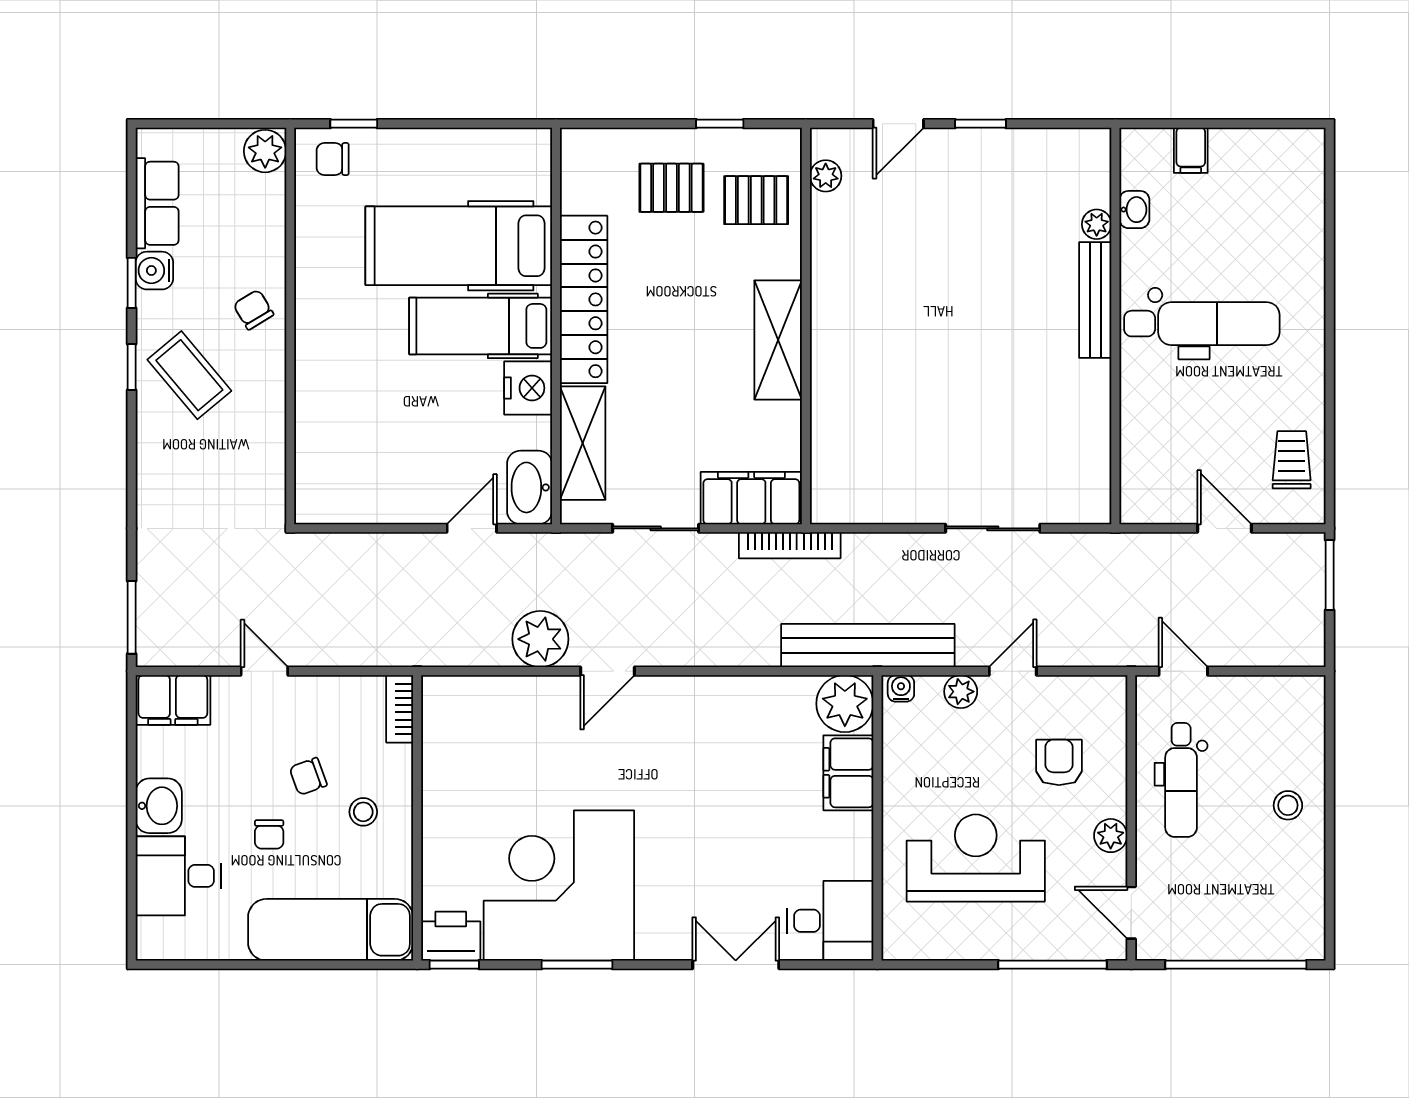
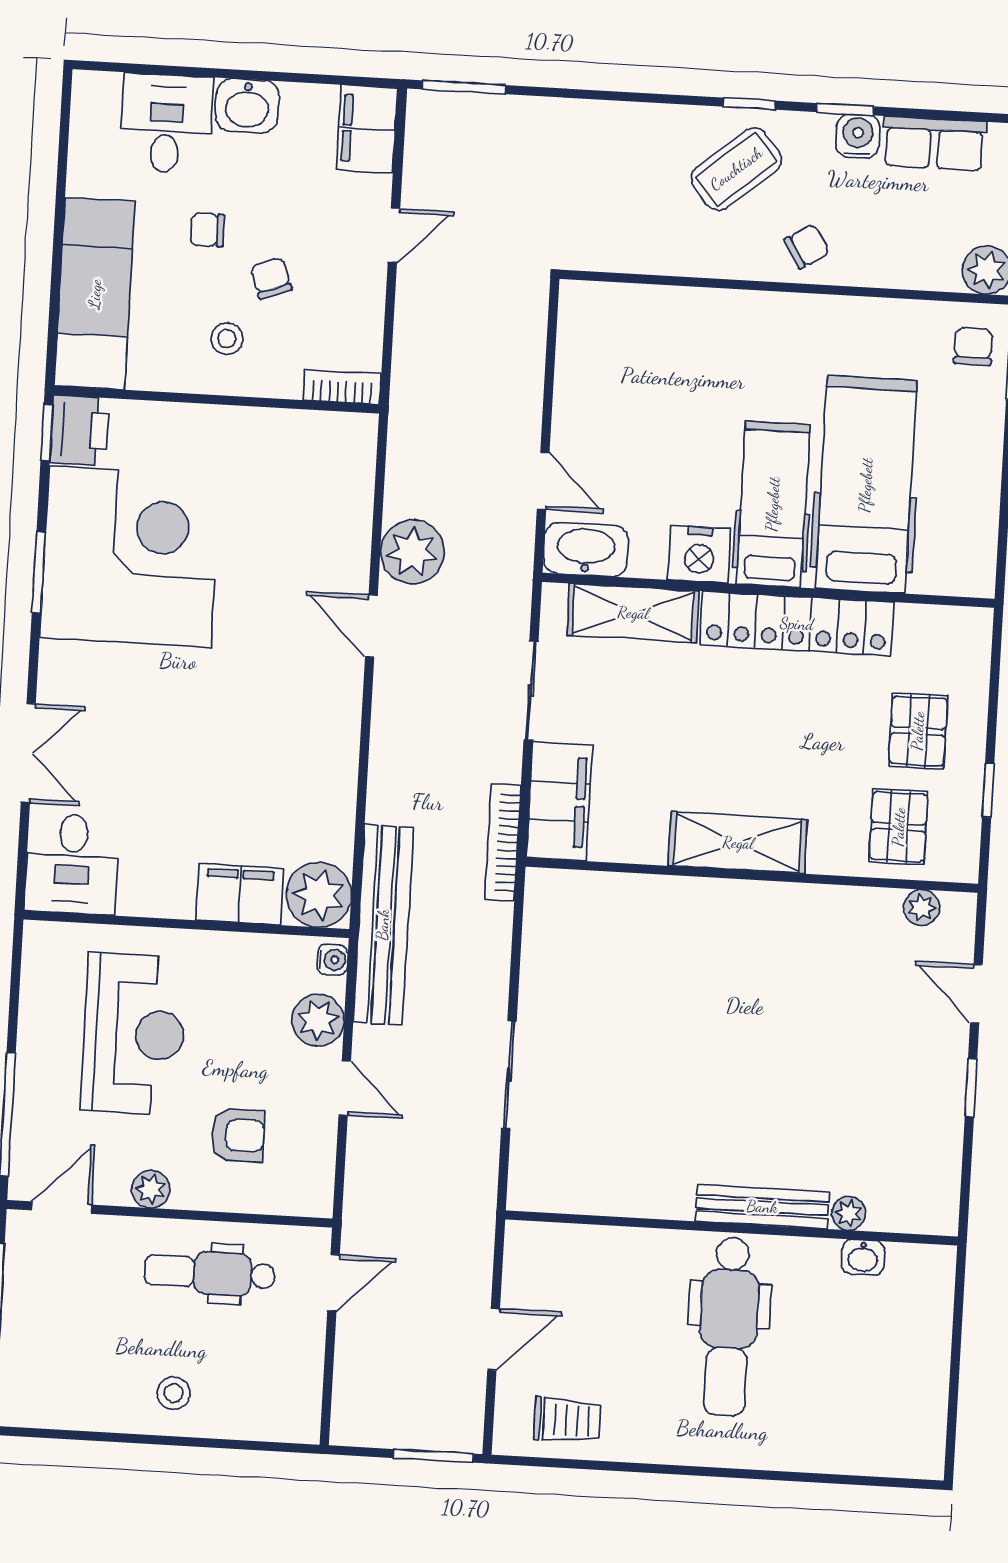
filing cabinet: (1191, 150) -> (927, 1325), removed
plant: (961, 692) -> (318, 1020), width x1.38, depth x1.38

